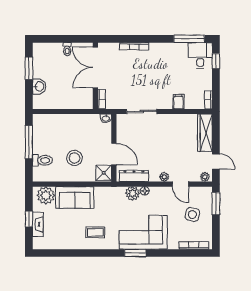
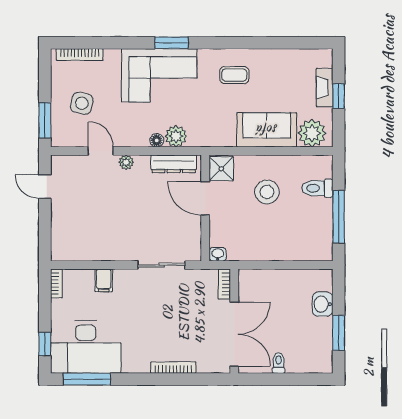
desk: (200, 55) -> (86, 347), width x1.87, depth x1.30
wardrobe: (205, 133) -> (62, 232), removed
plant: (205, 177) -> (62, 162), removed

